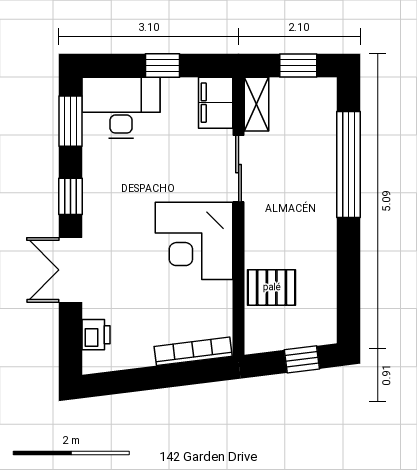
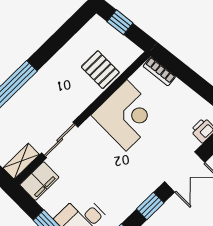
corner desk: (194, 241) -> (127, 115), moved
bookcase: (193, 351) -> (159, 71), width x0.64

